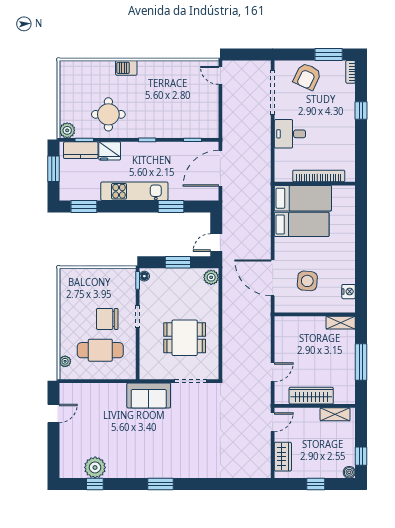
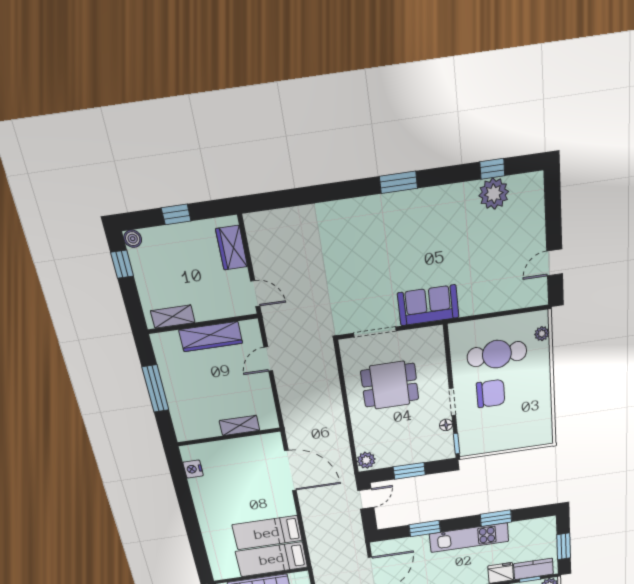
window: (84, 206) -> (496, 518), moved
floor lamp: (144, 276) -> (446, 425), moved
side table: (307, 281) -> (247, 473), removed
shelving: (341, 323) -> (239, 425), moved
door: (273, 422) -> (255, 294), swing flipped

